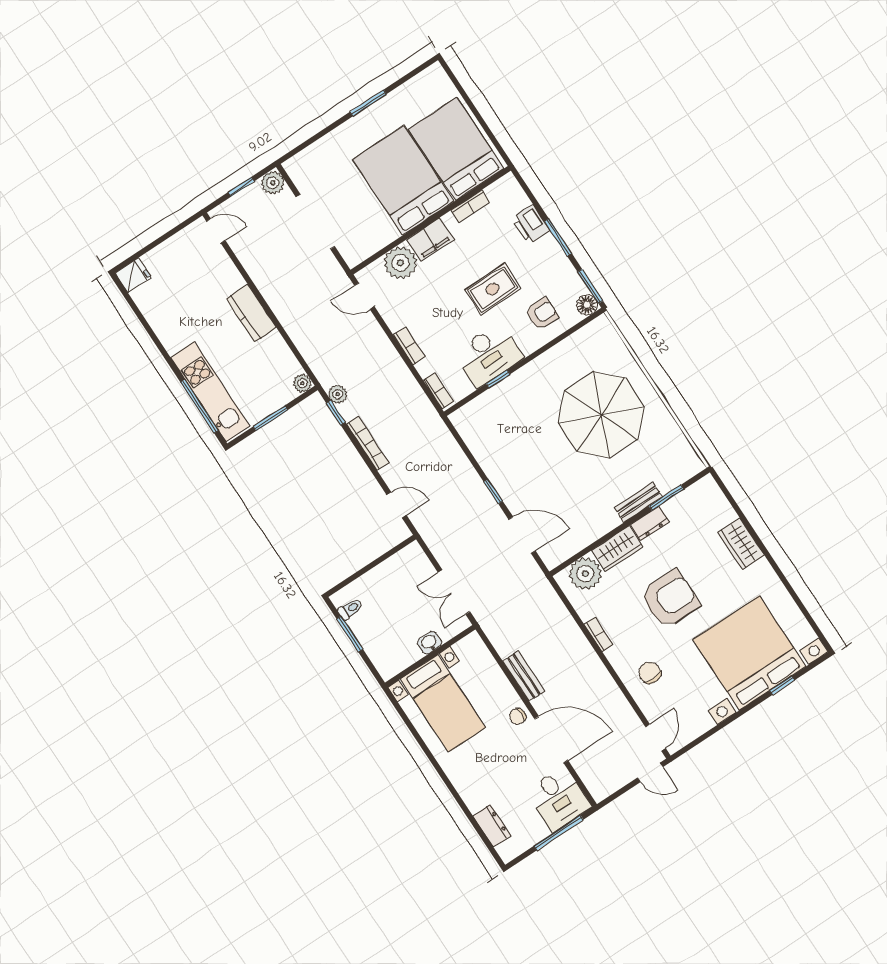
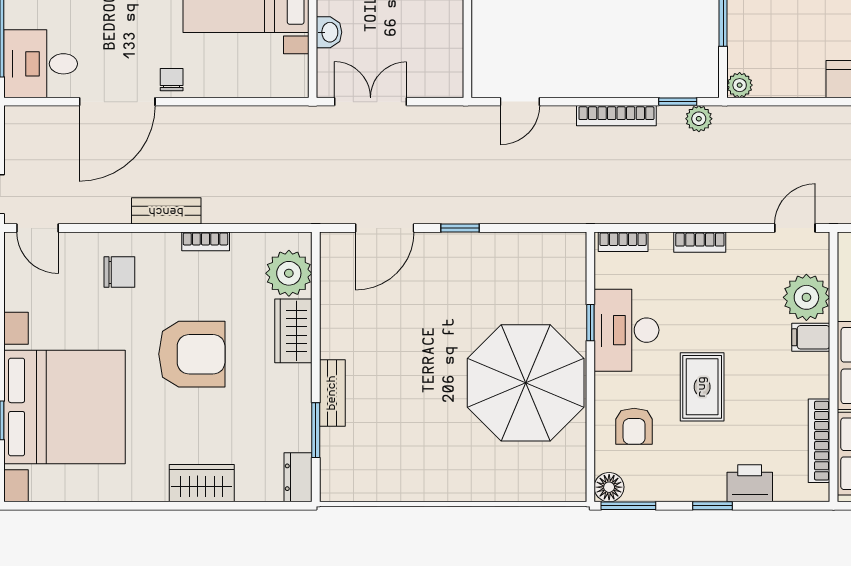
bookcase: (470, 206) -> (819, 441), width x1.56
window: (558, 237) -> (713, 506), width x0.67
filing cabinet: (430, 239) -> (811, 337), width x0.50
parasol: (601, 415) -> (526, 383), moved
dresser: (650, 523) -> (298, 477), moved
armchair: (670, 599) -> (192, 354), turned -90
bench: (524, 676) -> (166, 211), moved

